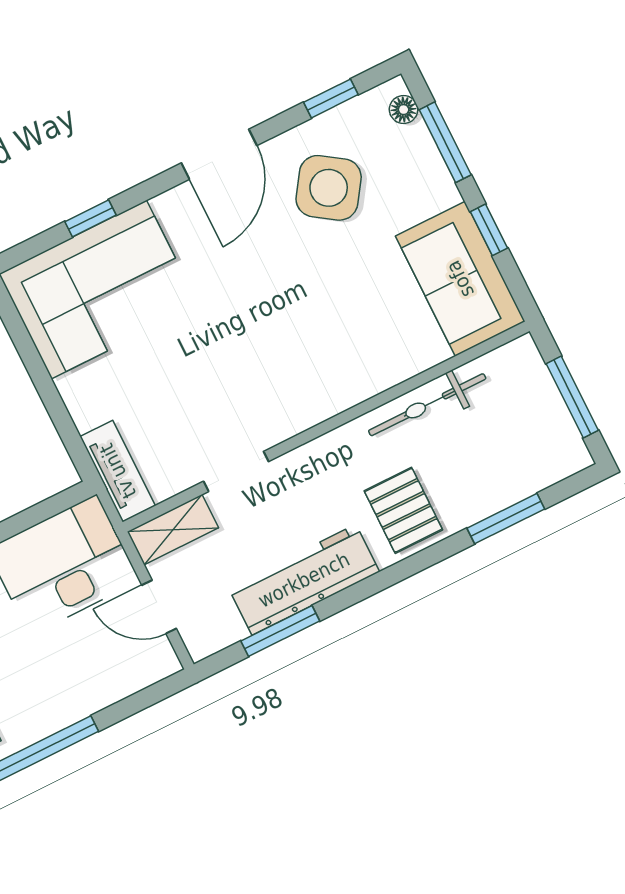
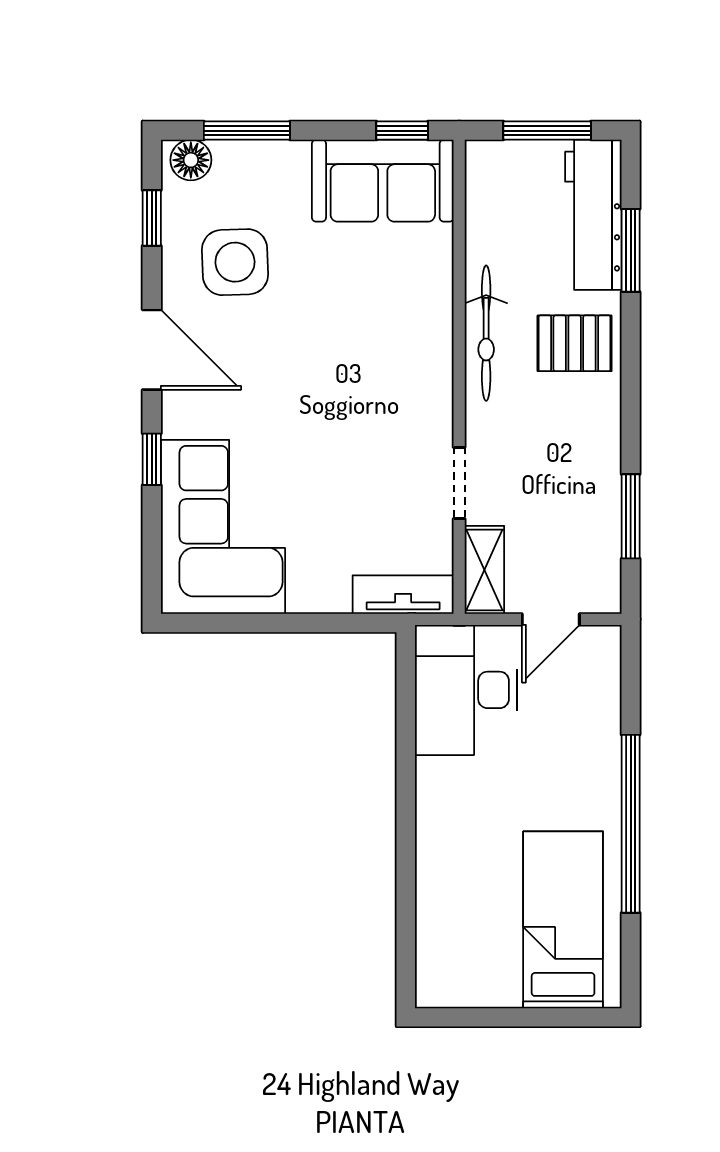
floor lamp: (404, 110) -> (191, 160), width x1.37, depth x1.37
side table: (329, 188) -> (235, 262), turned -36
window: (90, 218) -> (152, 459), moved
window: (489, 230) -> (402, 131), moved
bicycle: (427, 405) -> (486, 333), moved
workbench: (304, 580) -> (593, 215), moved

